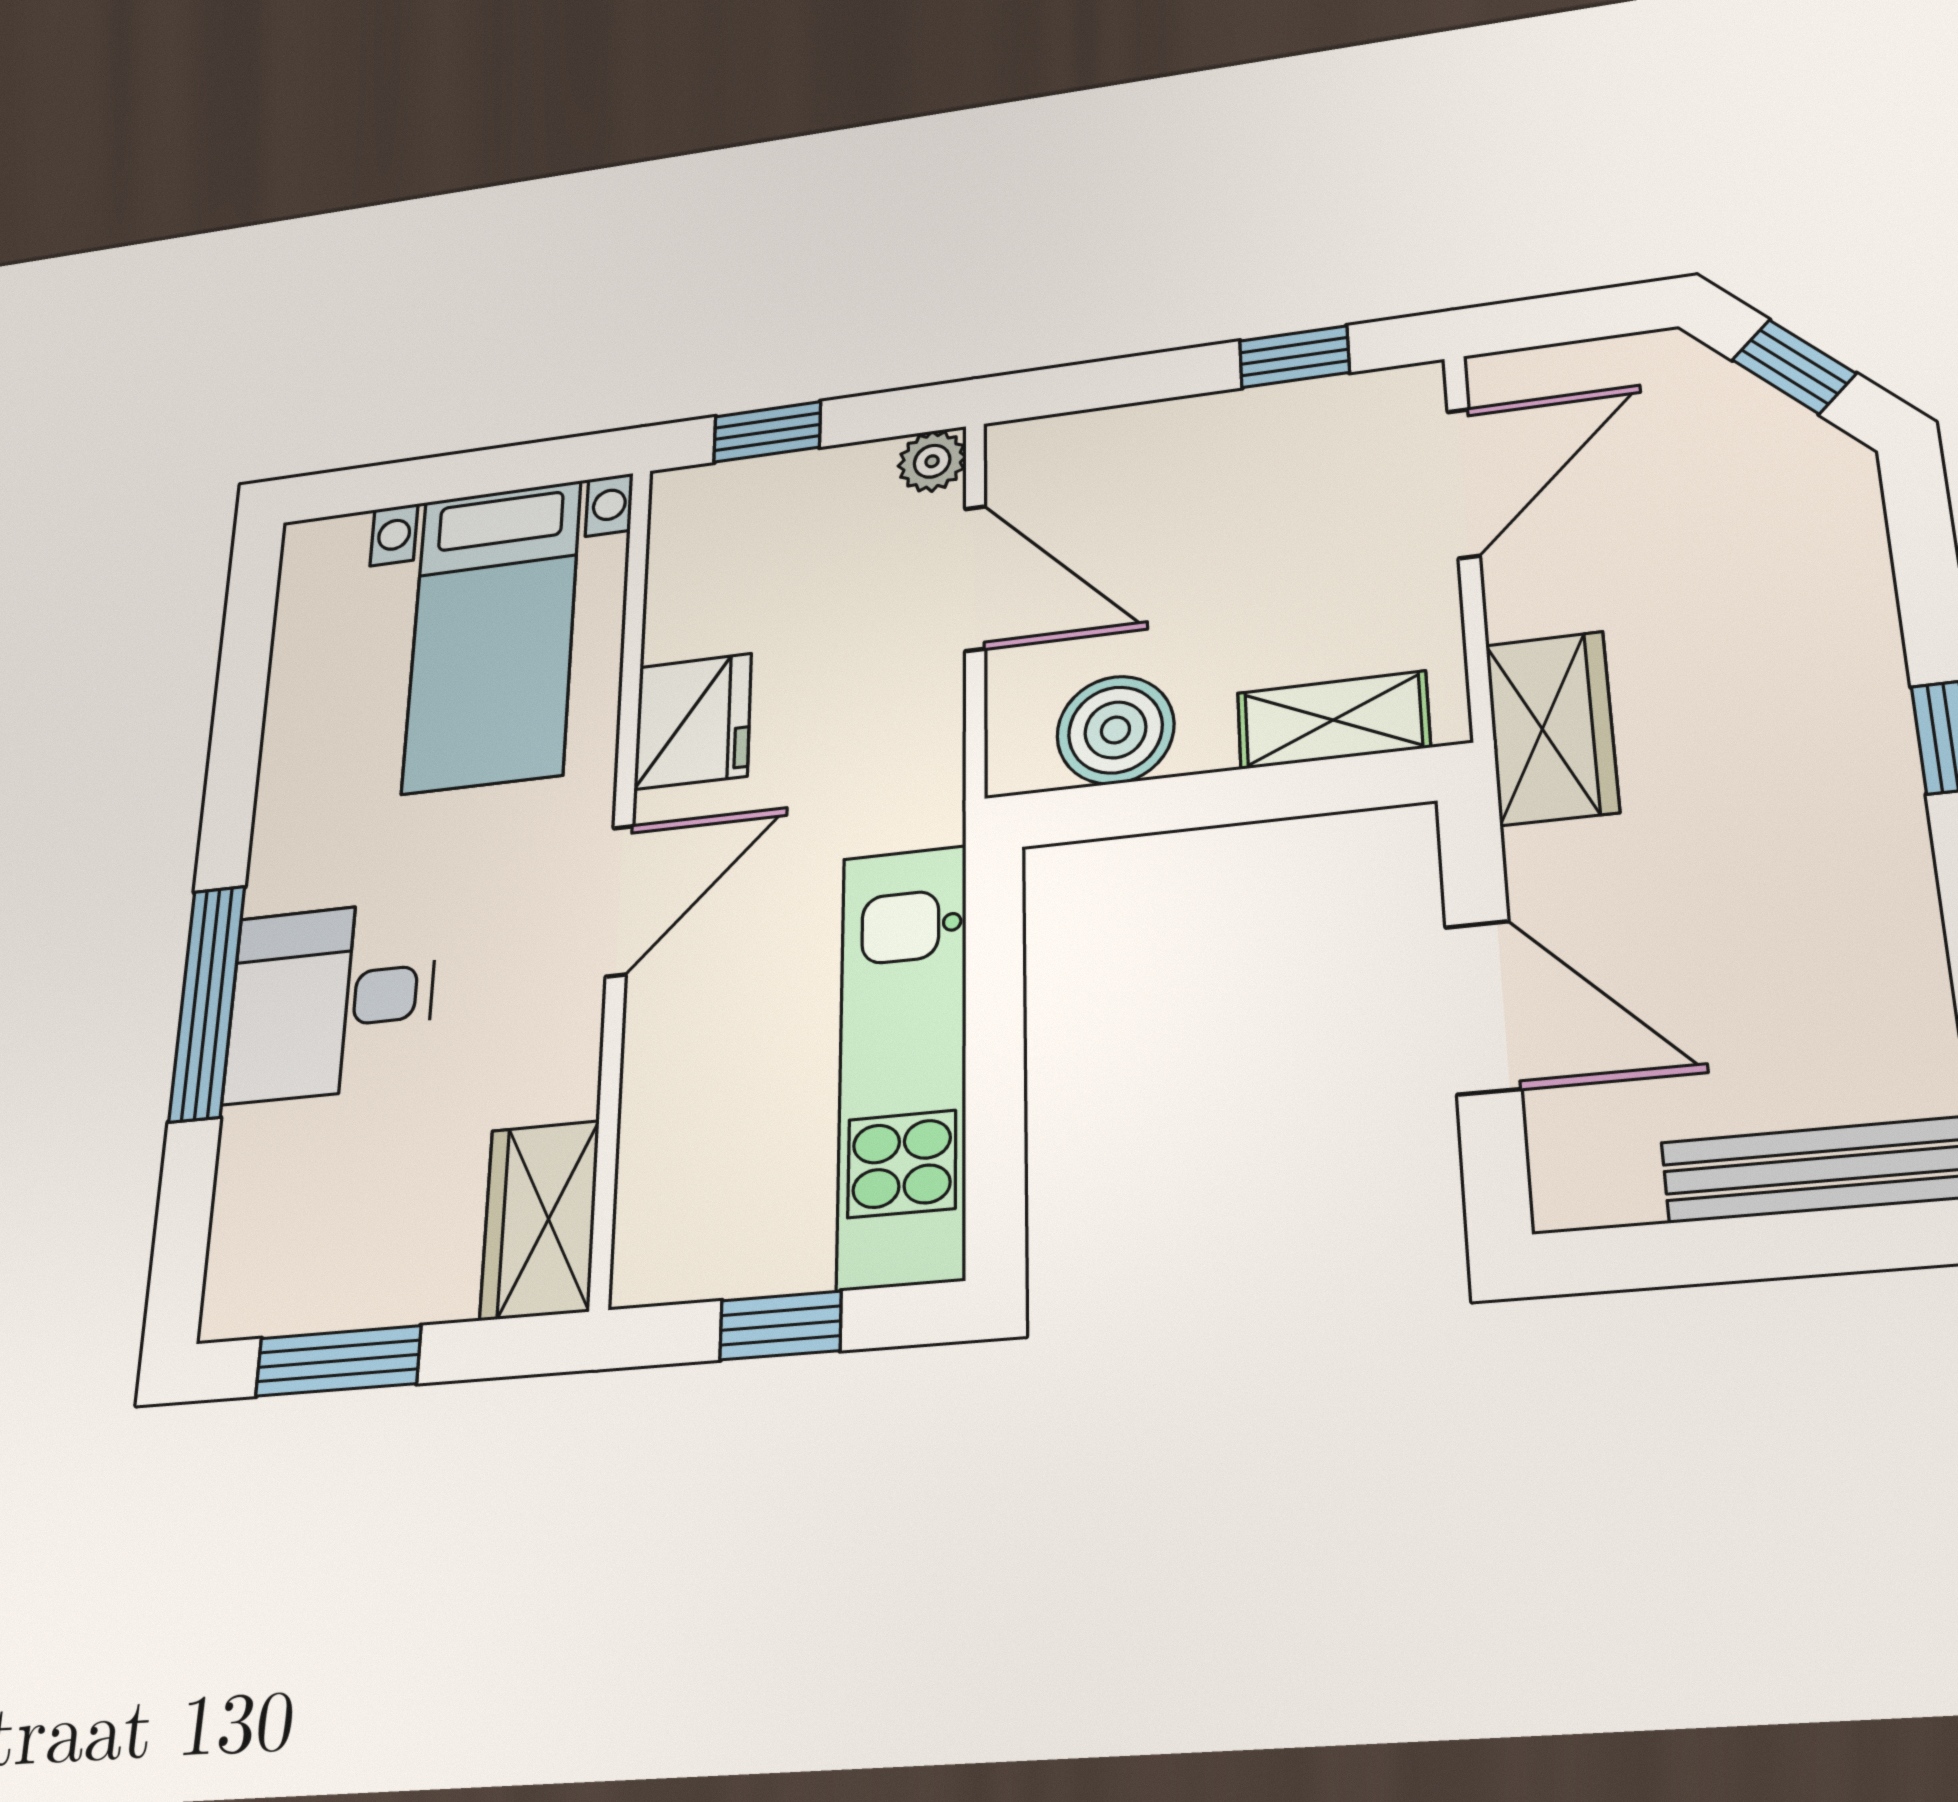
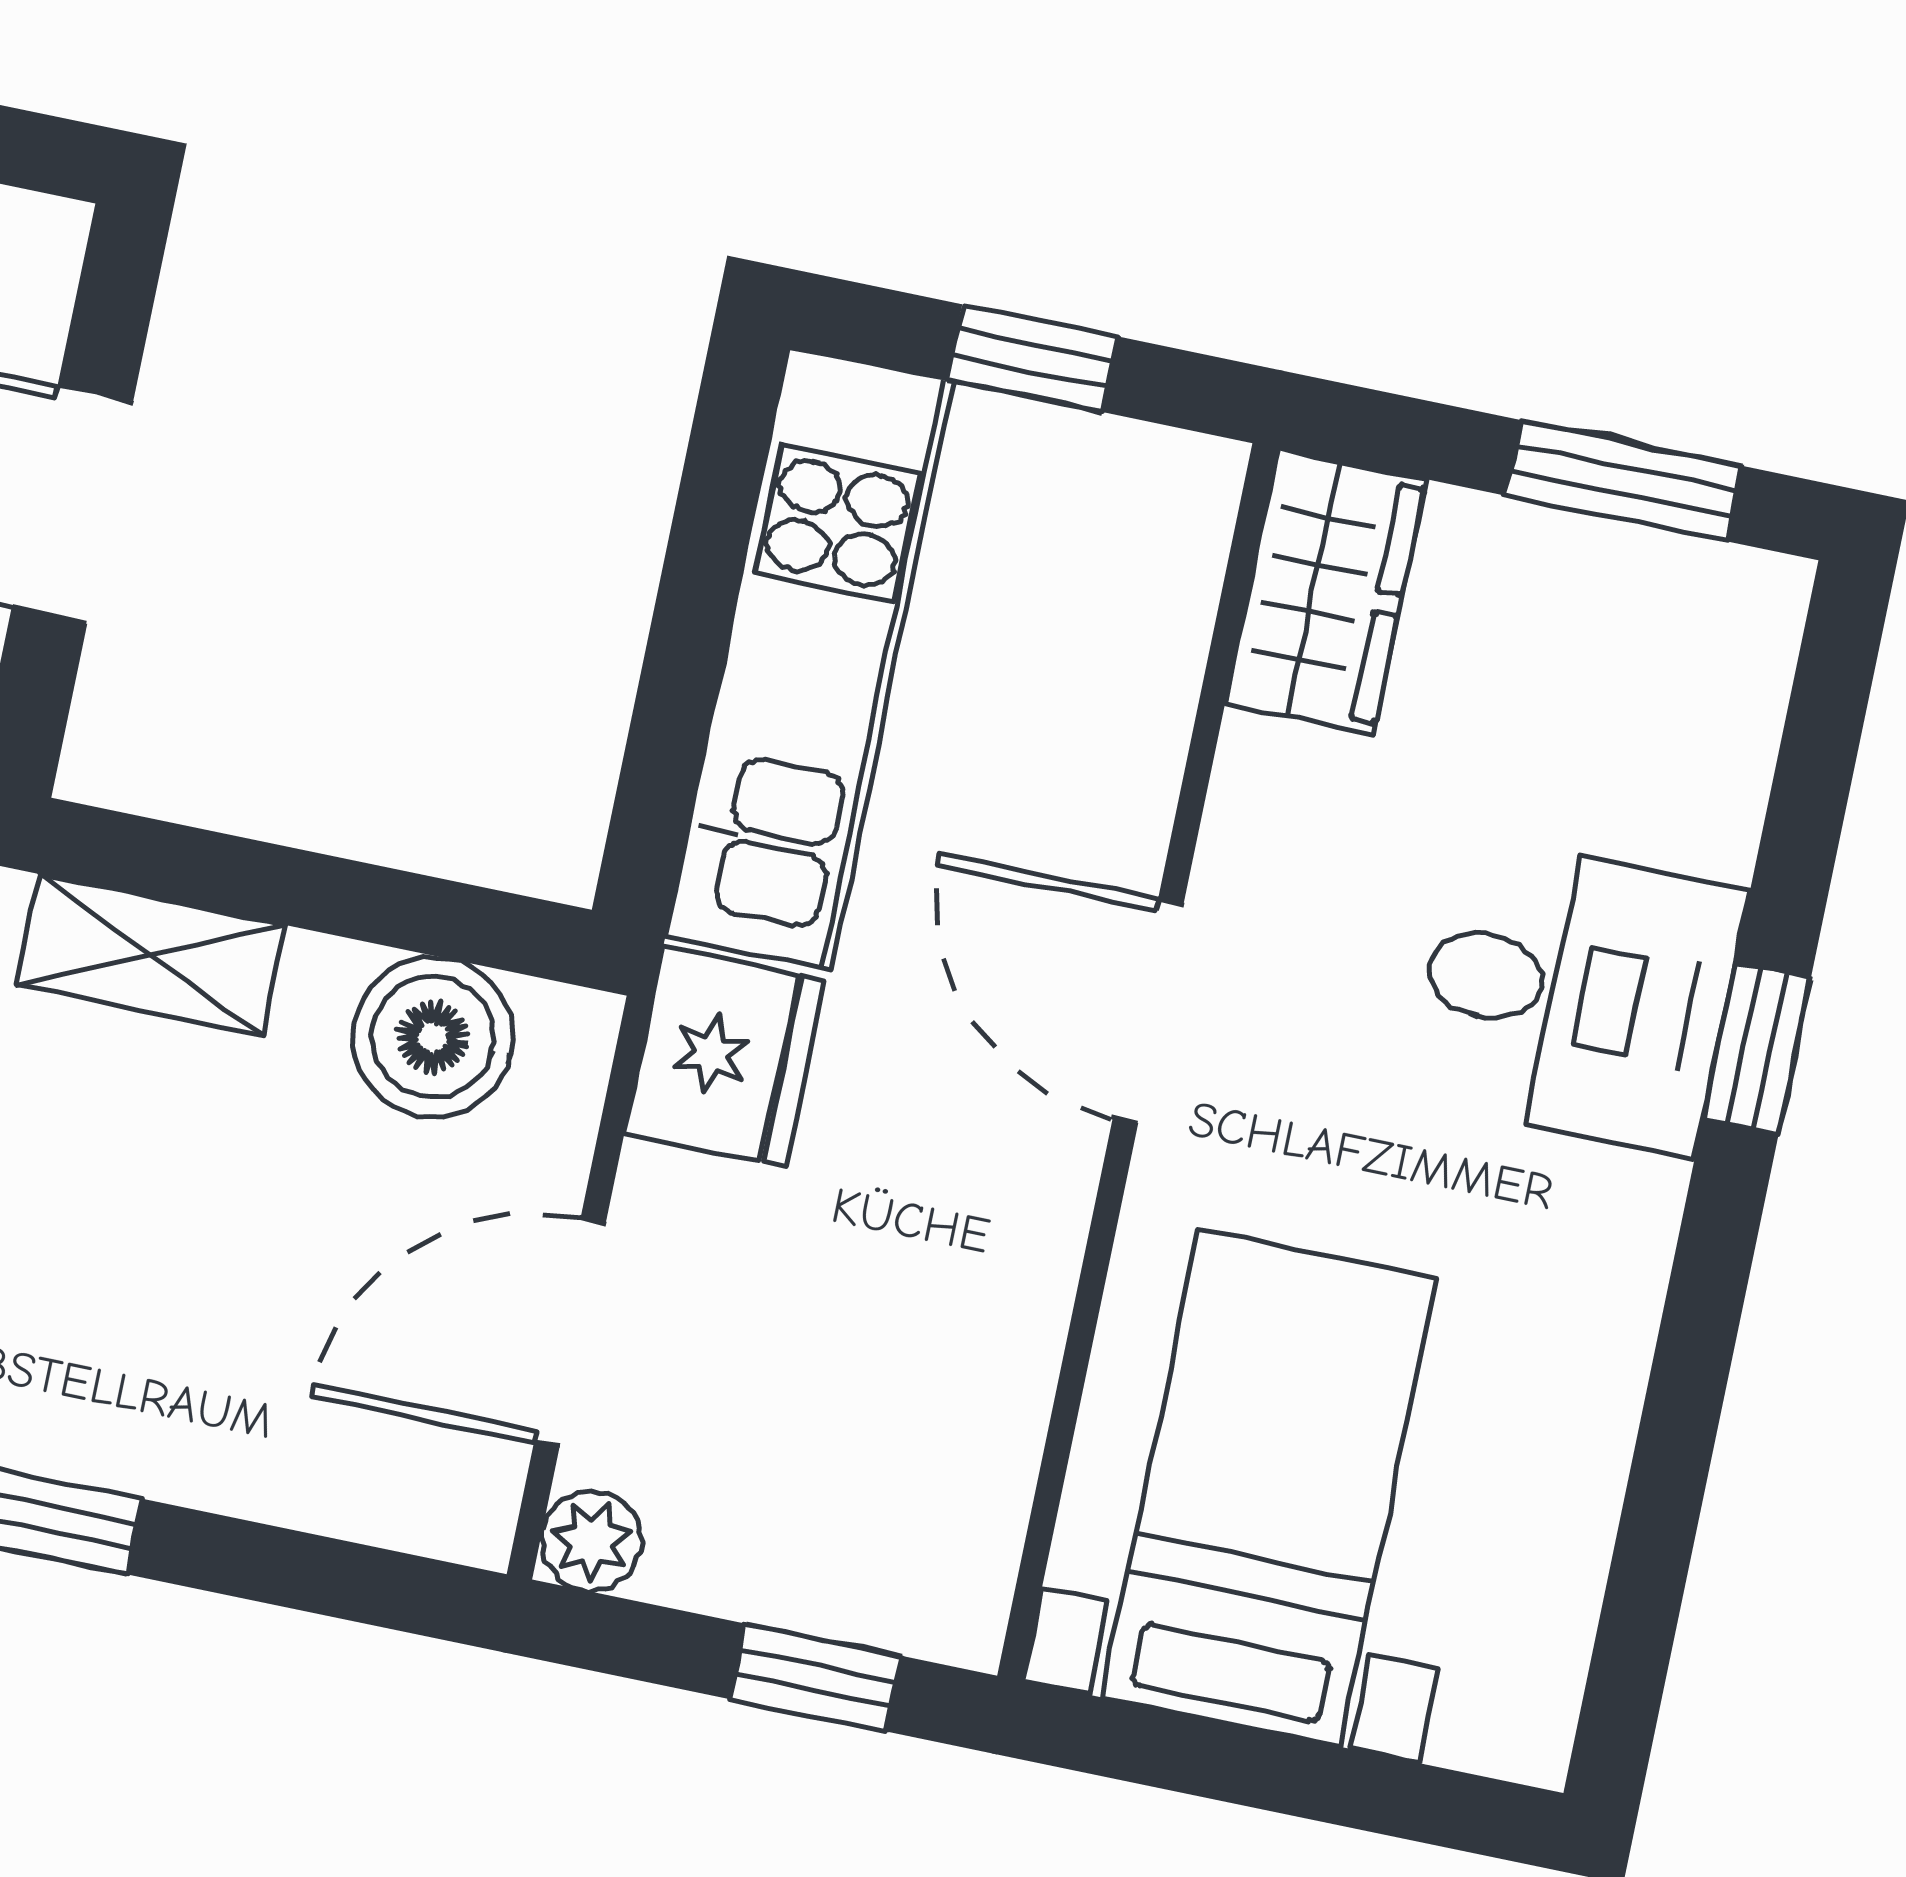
door: (975, 578) -> (570, 1333), hinge flipped
fridge: (693, 721) -> (724, 1056), moved, turned 180
door: (620, 901) -> (1148, 1011), hinge flipped
window: (207, 1003) -> (1757, 1049), width x0.46

